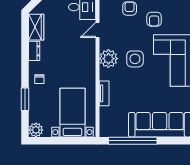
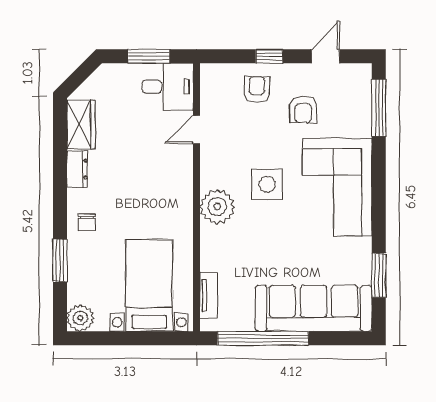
plant: (108, 59) -> (217, 207), moved
tv unit: (104, 93) -> (209, 295), moved

